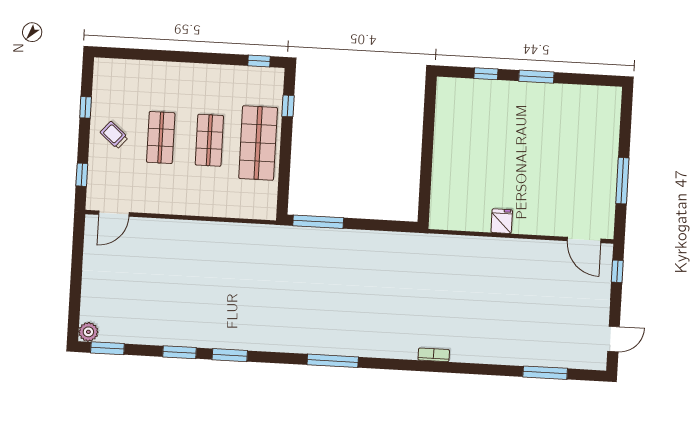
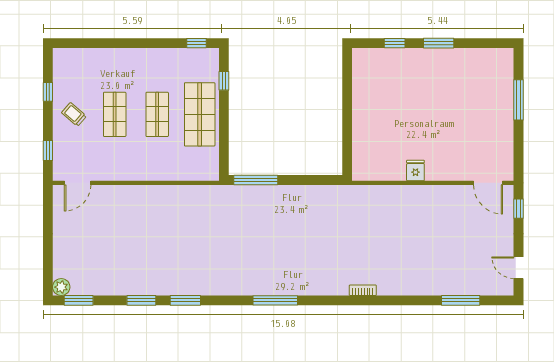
window: (622, 181) -> (519, 100), moved
door: (614, 339) -> (519, 268), swing flipped

